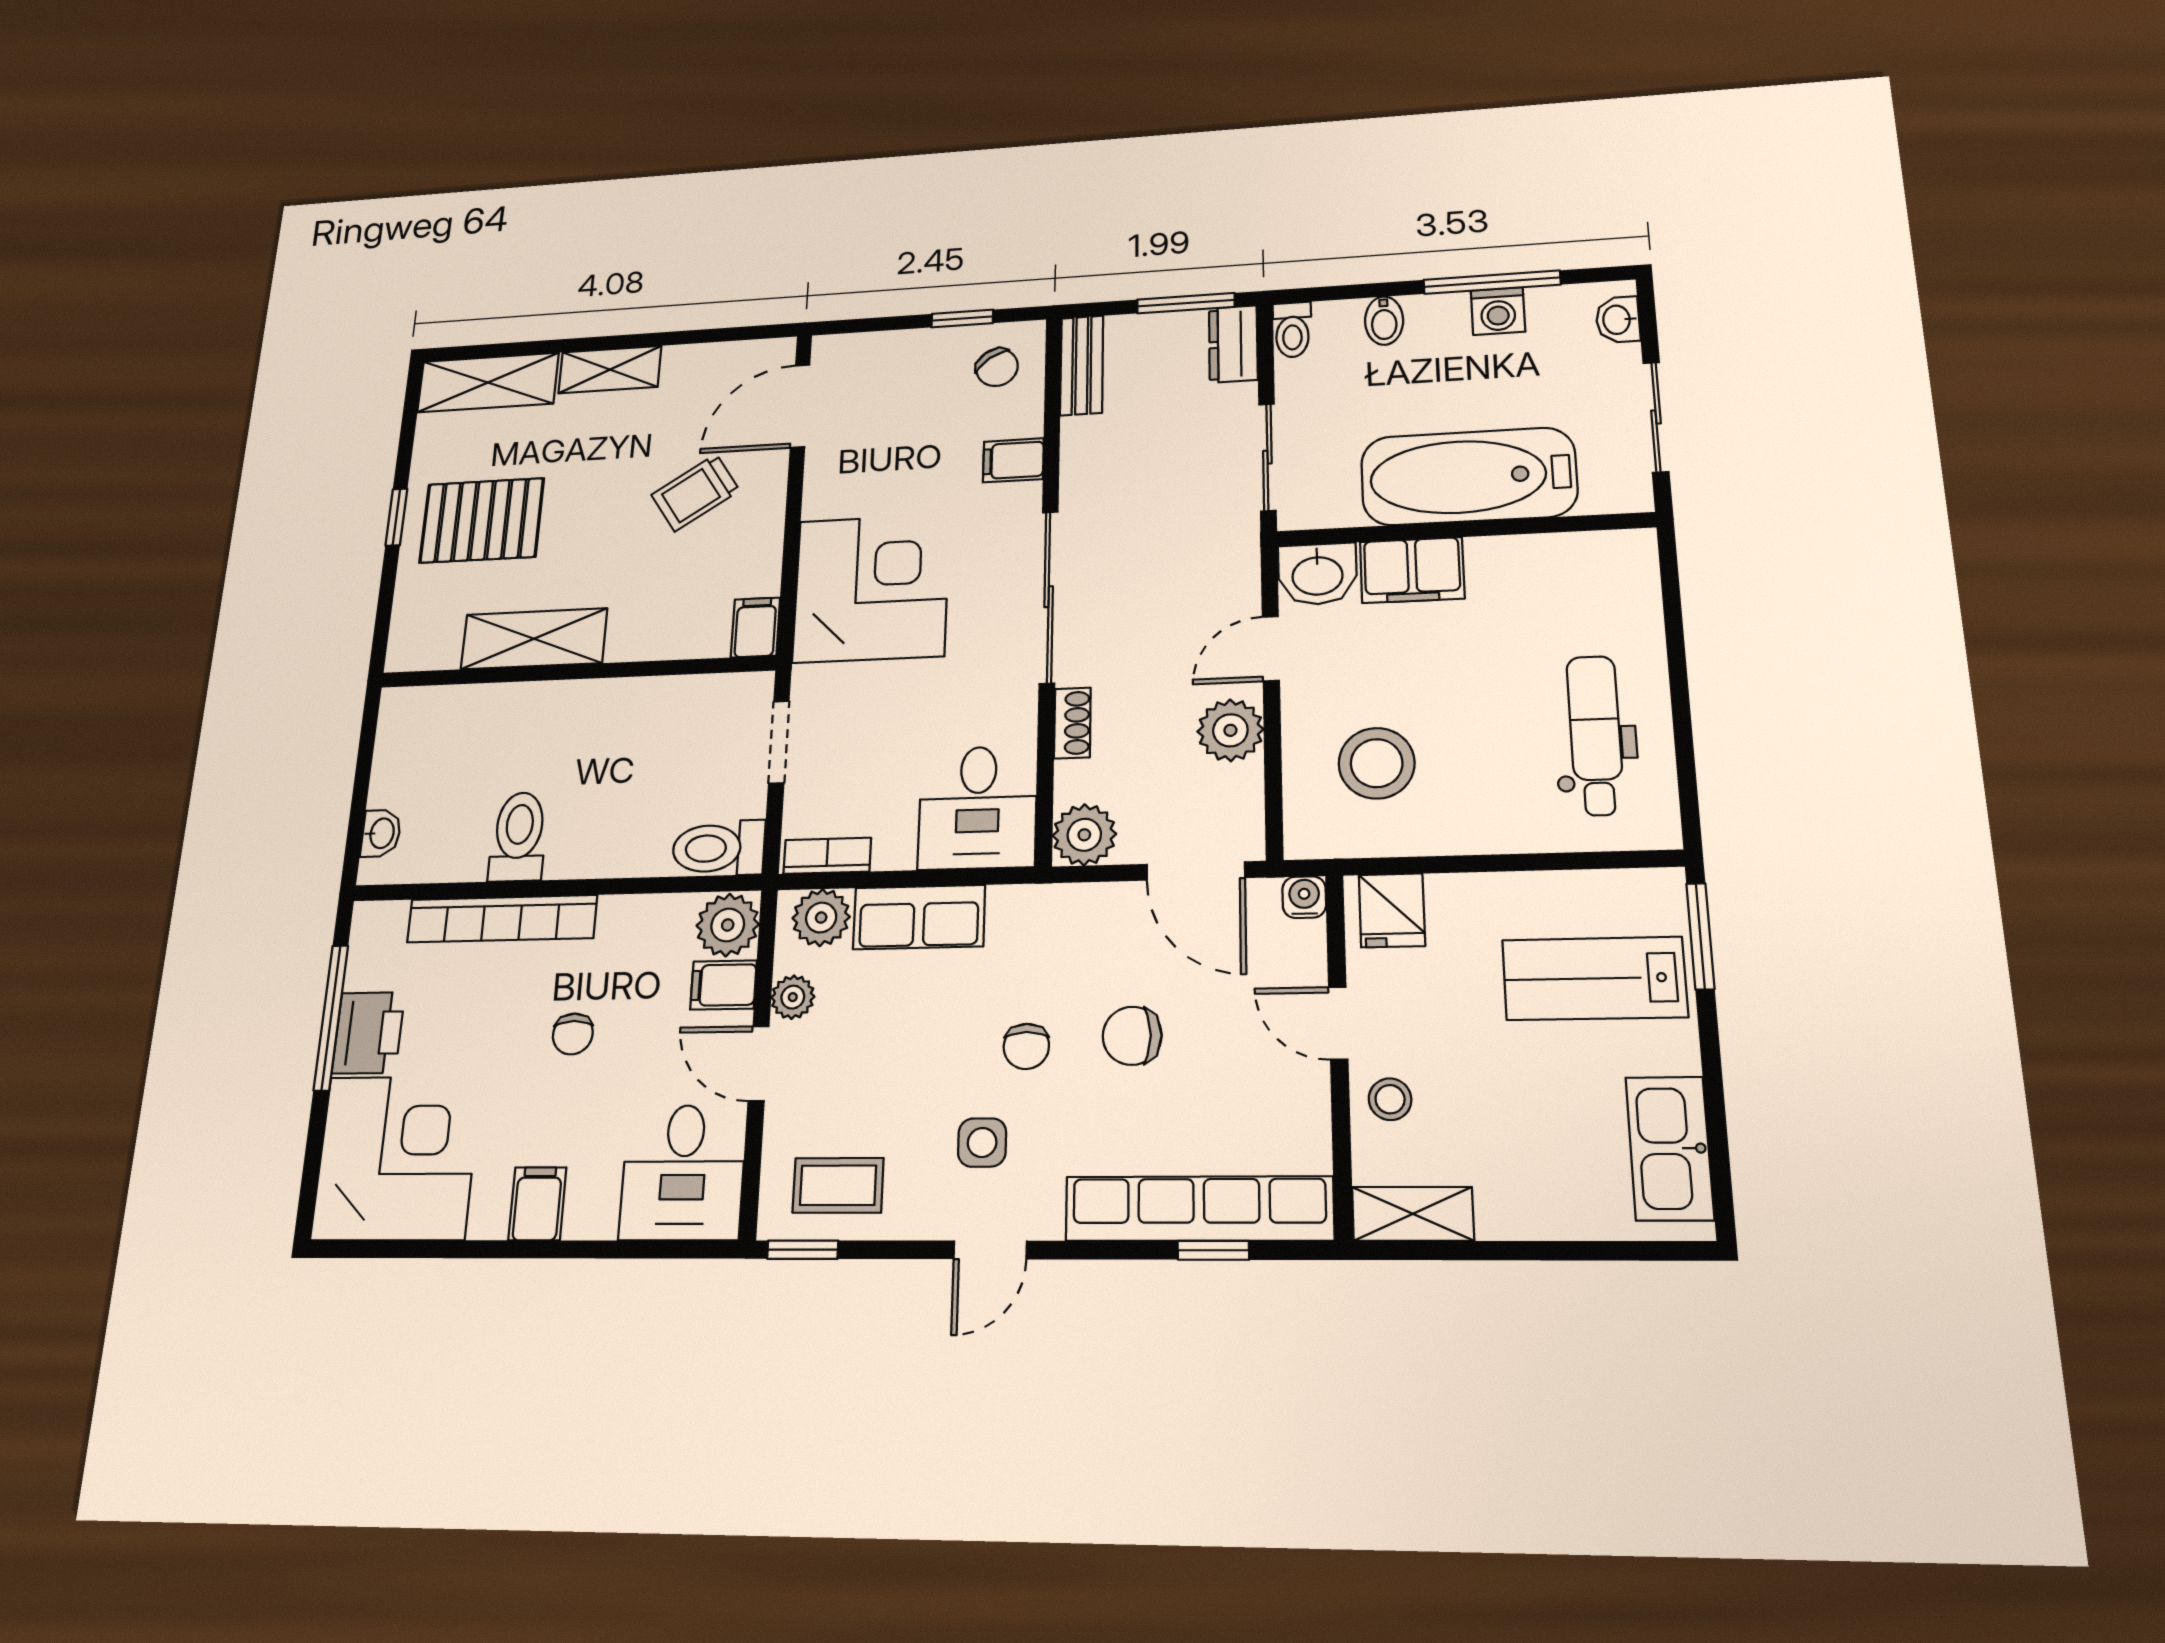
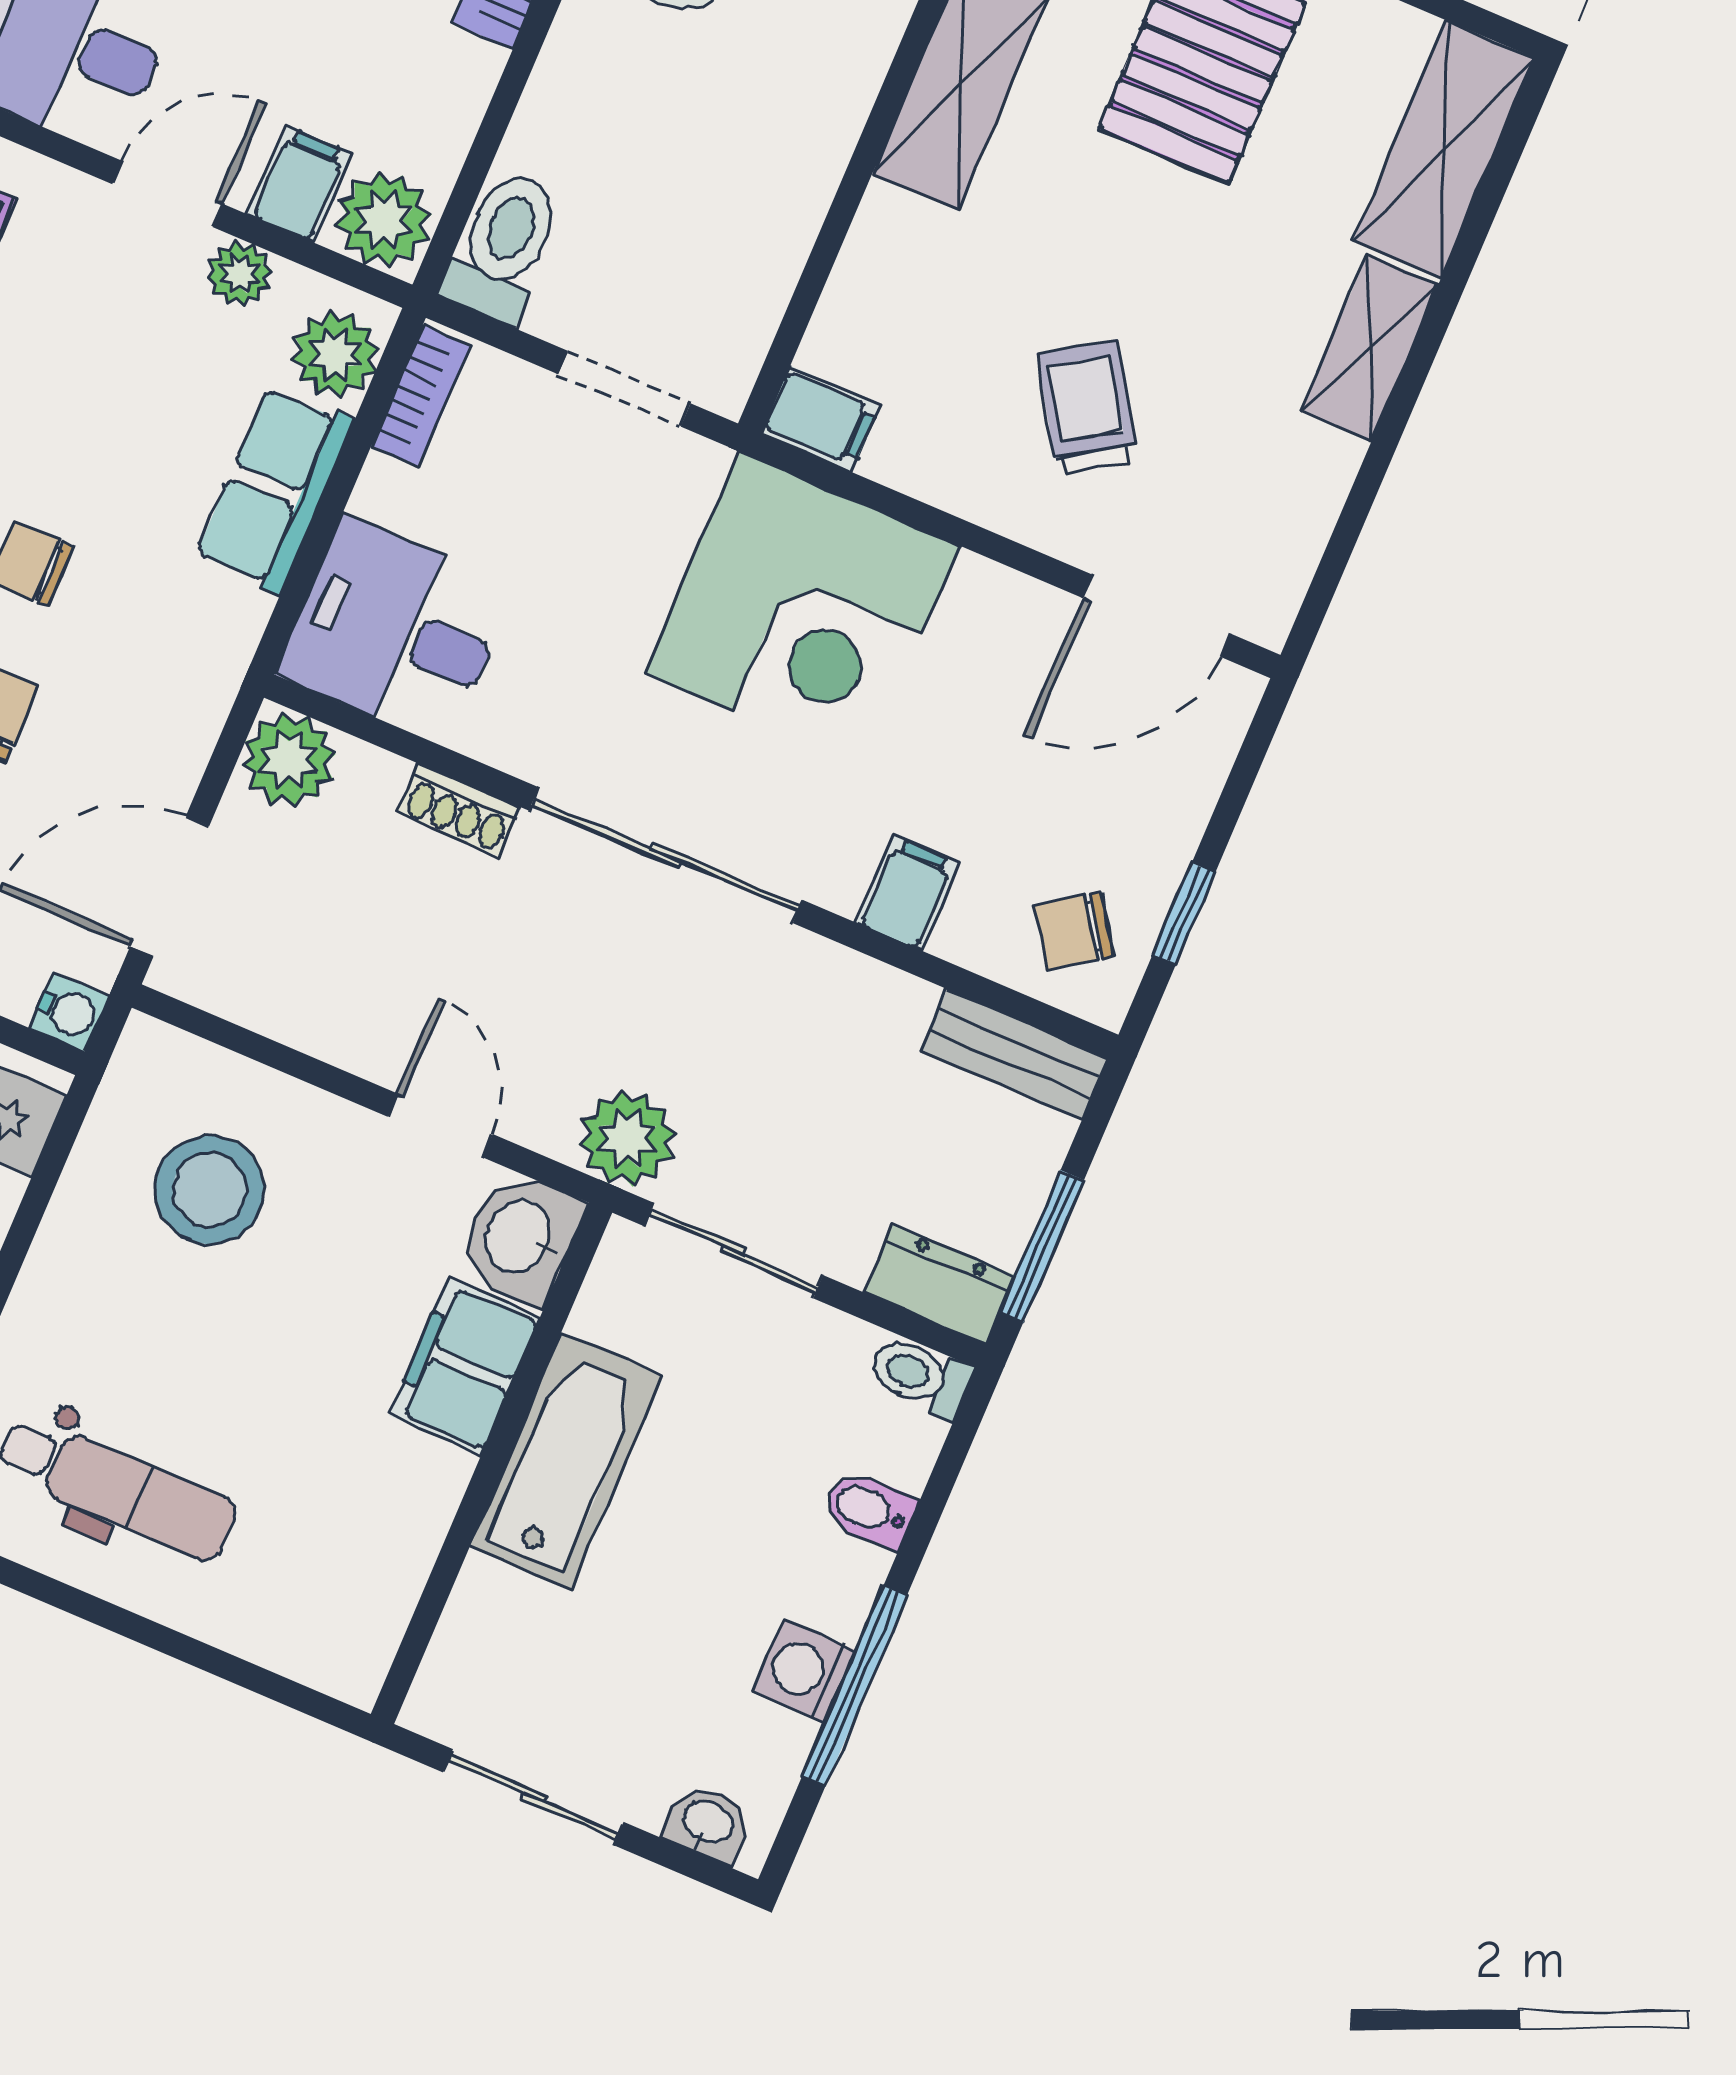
door: (800, 406) -> (1157, 616), swing flipped
bathtub: (1469, 477) -> (566, 1461), width x0.73, depth x0.73
plant: (1230, 730) -> (627, 1138), moved

